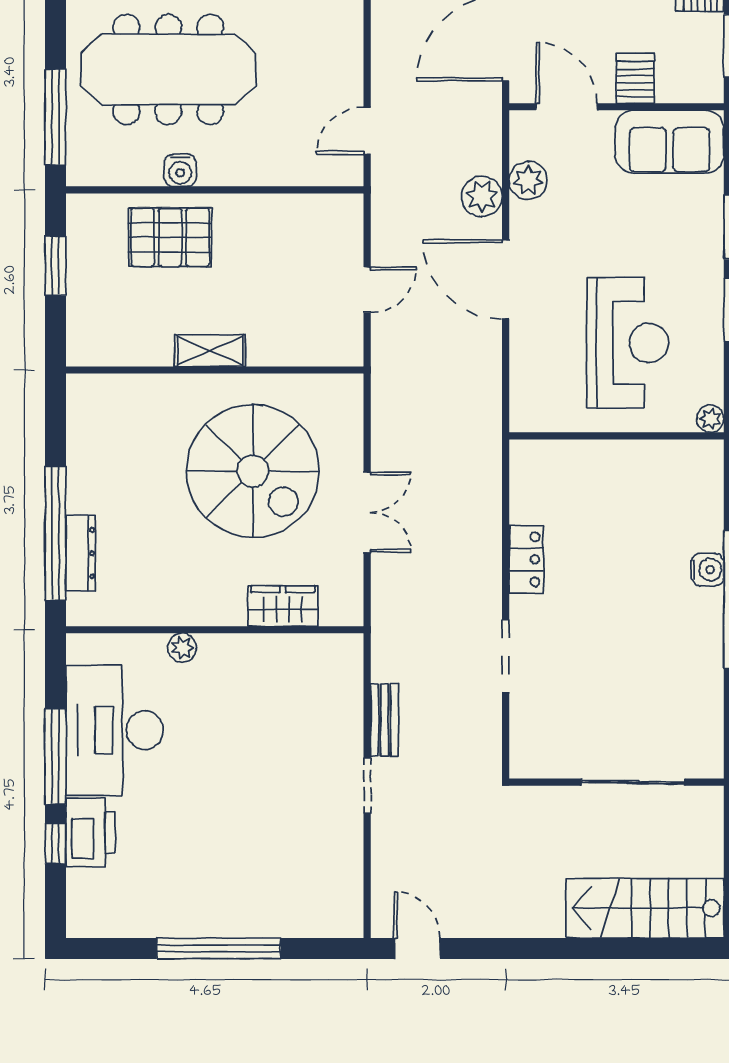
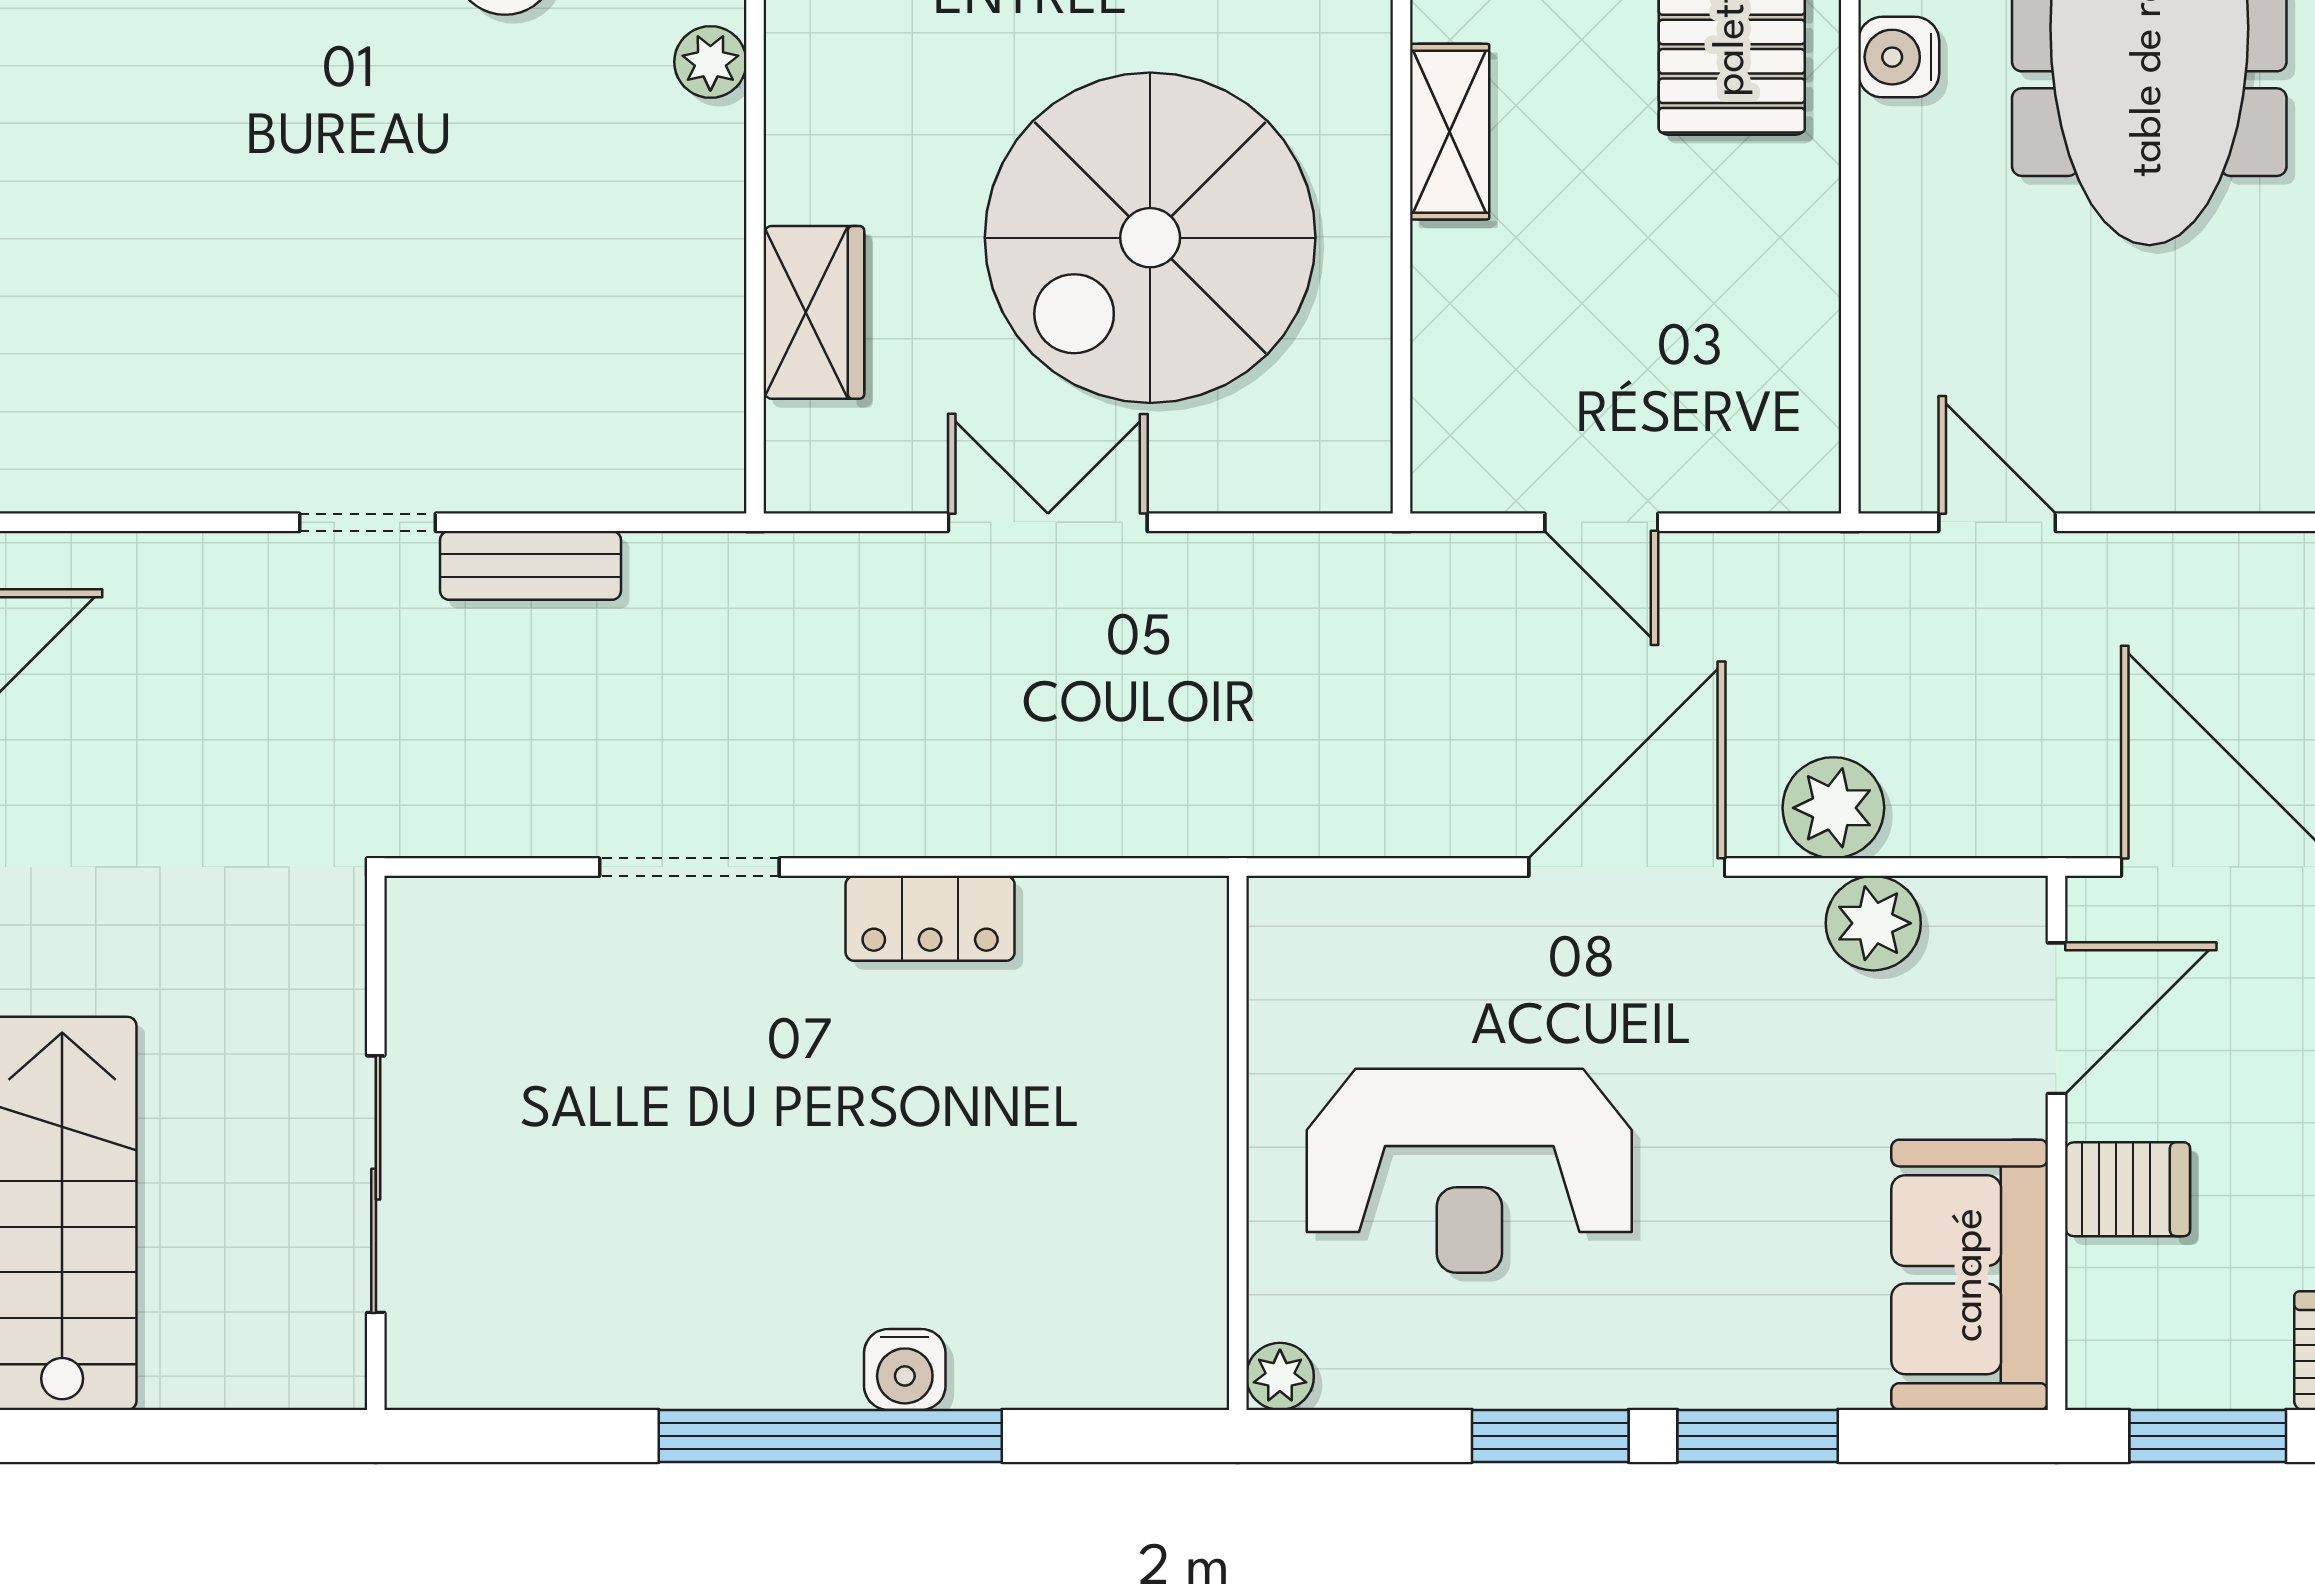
double door: (367, 512) -> (1048, 522), swing flipped

